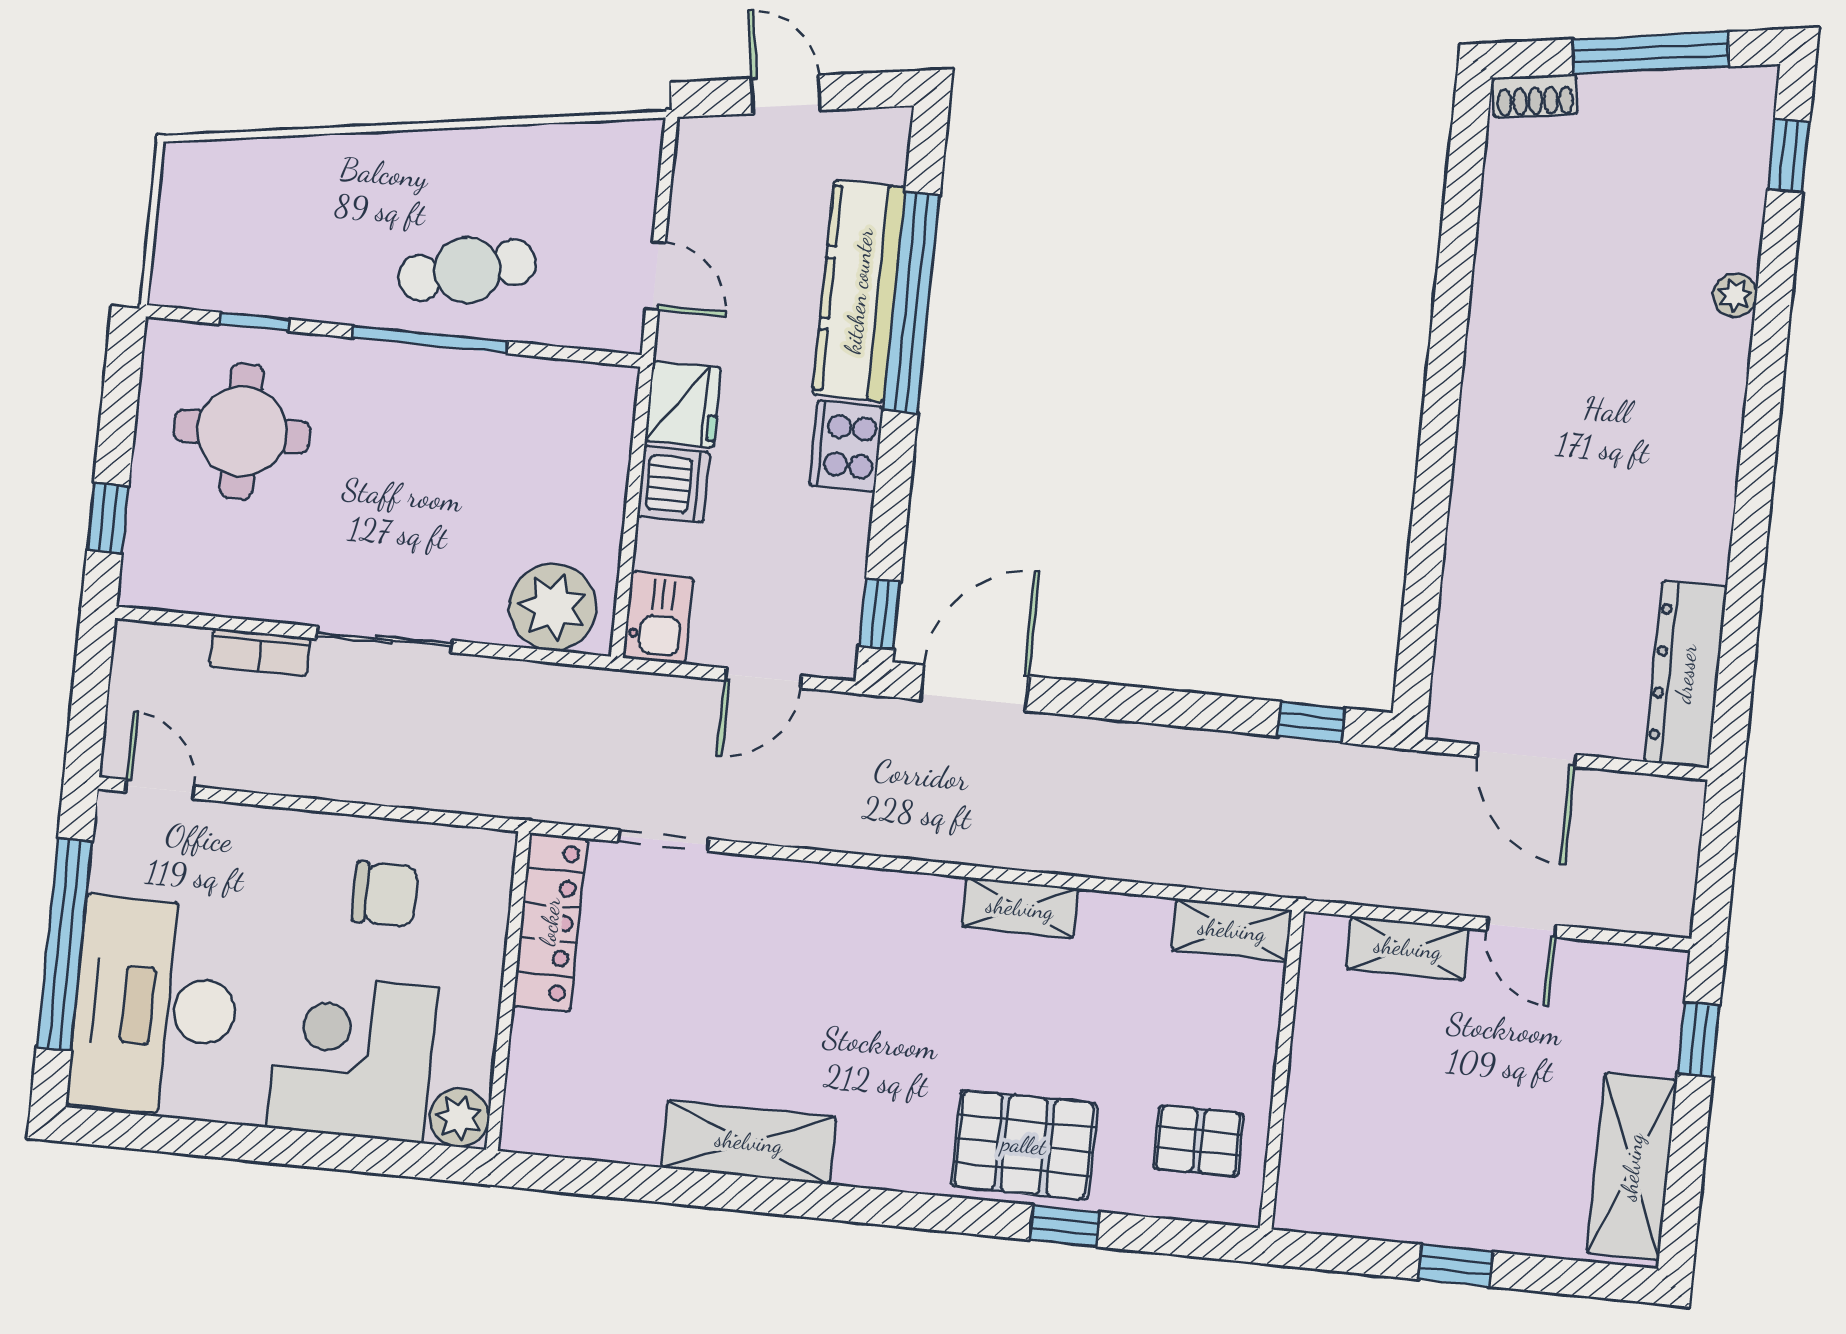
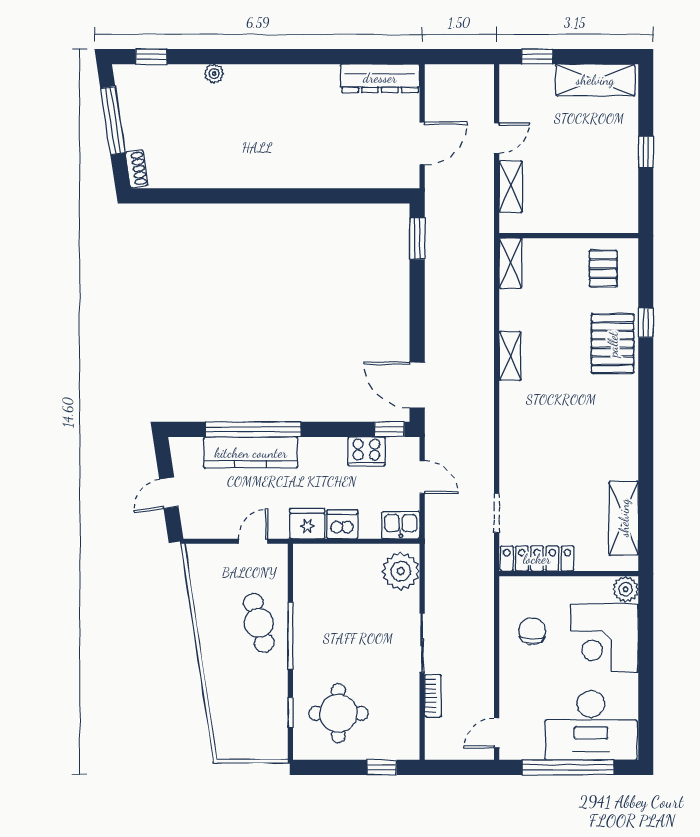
cooker: (846, 446) -> (366, 451), moved
window: (1311, 722) -> (417, 238), width x1.50
shelving: (749, 1142) -> (624, 518), moved

